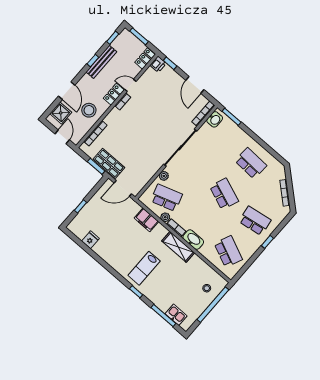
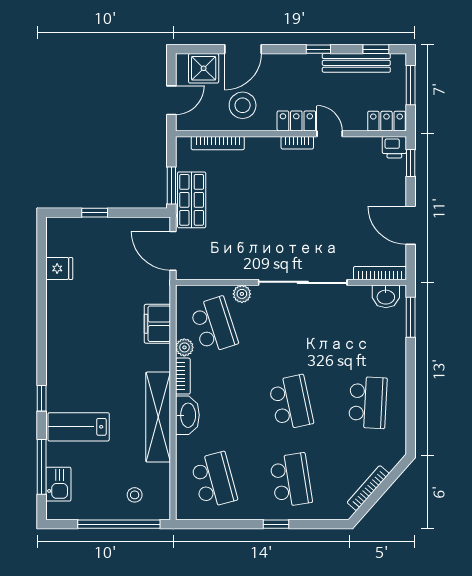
bench: (101, 62) -> (356, 63), moved
door: (195, 85) -> (411, 225), hinge flipped
school desk: (224, 194) -> (291, 402), turned -33
shelving: (178, 247) -> (158, 417), width x1.47
school desk: (228, 251) -> (214, 480), turned -39
lab bench: (144, 268) -> (79, 427), moved

